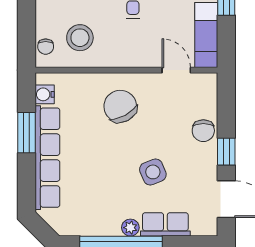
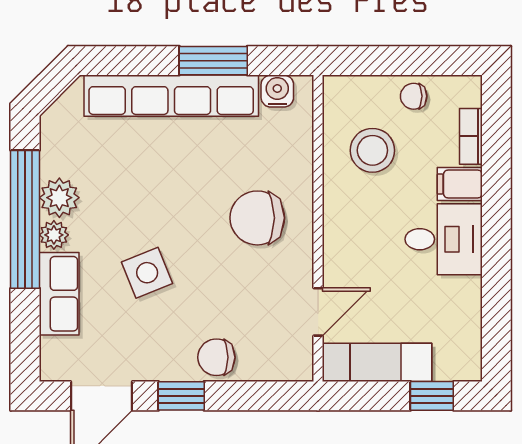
chair: (46, 47) -> (414, 96), moved
chair: (120, 106) -> (257, 218), turned -152
plant: (108, 224) -> (59, 198), added

